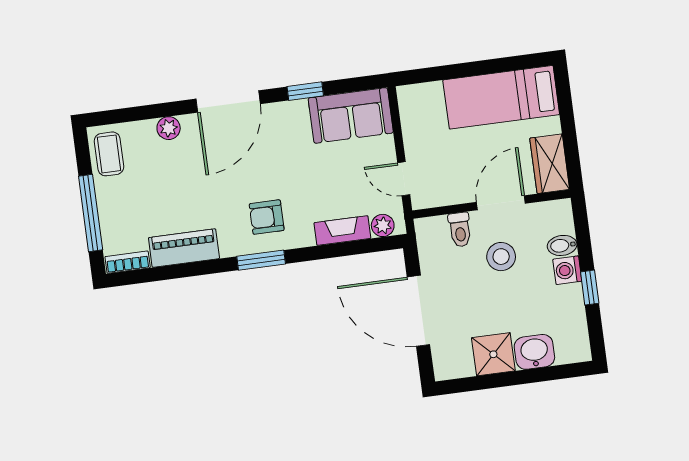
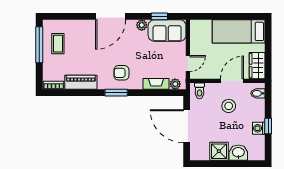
window: (305, 91) -> (159, 16), moved
plant: (169, 128) -> (142, 25), moved
coffee table: (109, 154) -> (58, 44), moved
door: (404, 179) -> (188, 63), swing flipped
window: (91, 213) -> (39, 45), moved
toilet: (460, 230) -> (200, 91), moved
bidet: (562, 245) -> (258, 93), moved
washing machine: (567, 270) -> (259, 128), moved

